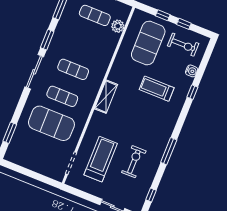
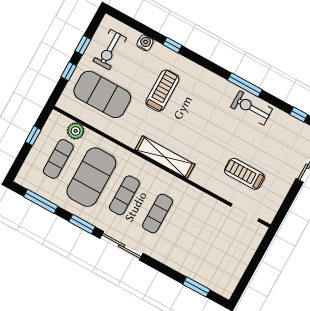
exercise bike: (183, 45) -> (110, 50), turned 180
treadmill: (157, 89) -> (162, 91), turned 180
shelving: (106, 97) -> (165, 157), width x1.47
exercise mat: (51, 123) -> (91, 177), moved
treadmill: (101, 159) -> (244, 174), width x0.73, depth x0.73
exercise bike: (134, 162) -> (252, 108), moved

